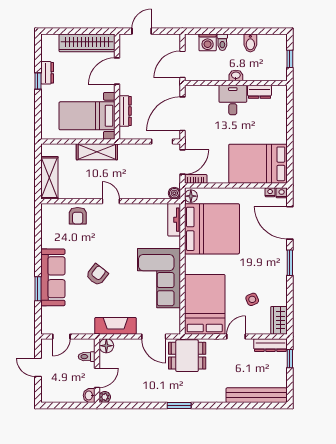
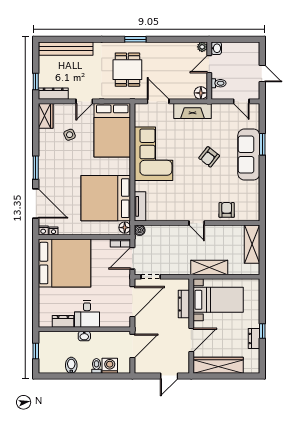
bed: (258, 164) -> (64, 263), width x1.36
door: (61, 336) -> (241, 101), swing flipped
dining table: (187, 356) -> (127, 70), moved, turned 90

